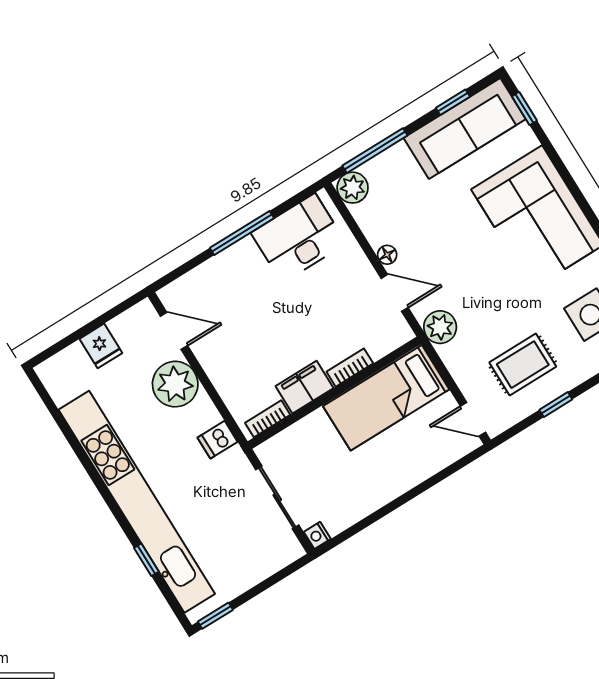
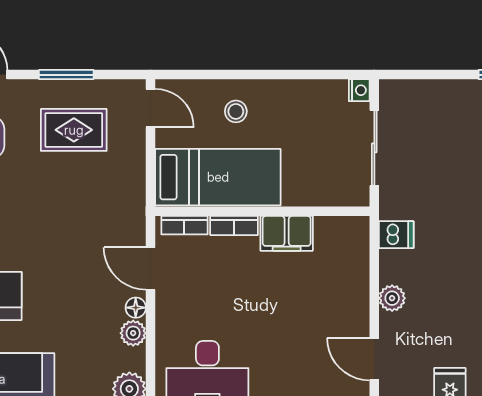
plant: (440, 327) -> (133, 333), moved, width x0.73, depth x0.73
plant: (175, 384) -> (392, 298), width x0.53, depth x0.53
window: (556, 405) -> (66, 75), width x1.50
bookcase: (268, 419) -> (184, 225), moved
stool: (404, 458) -> (236, 111), added

